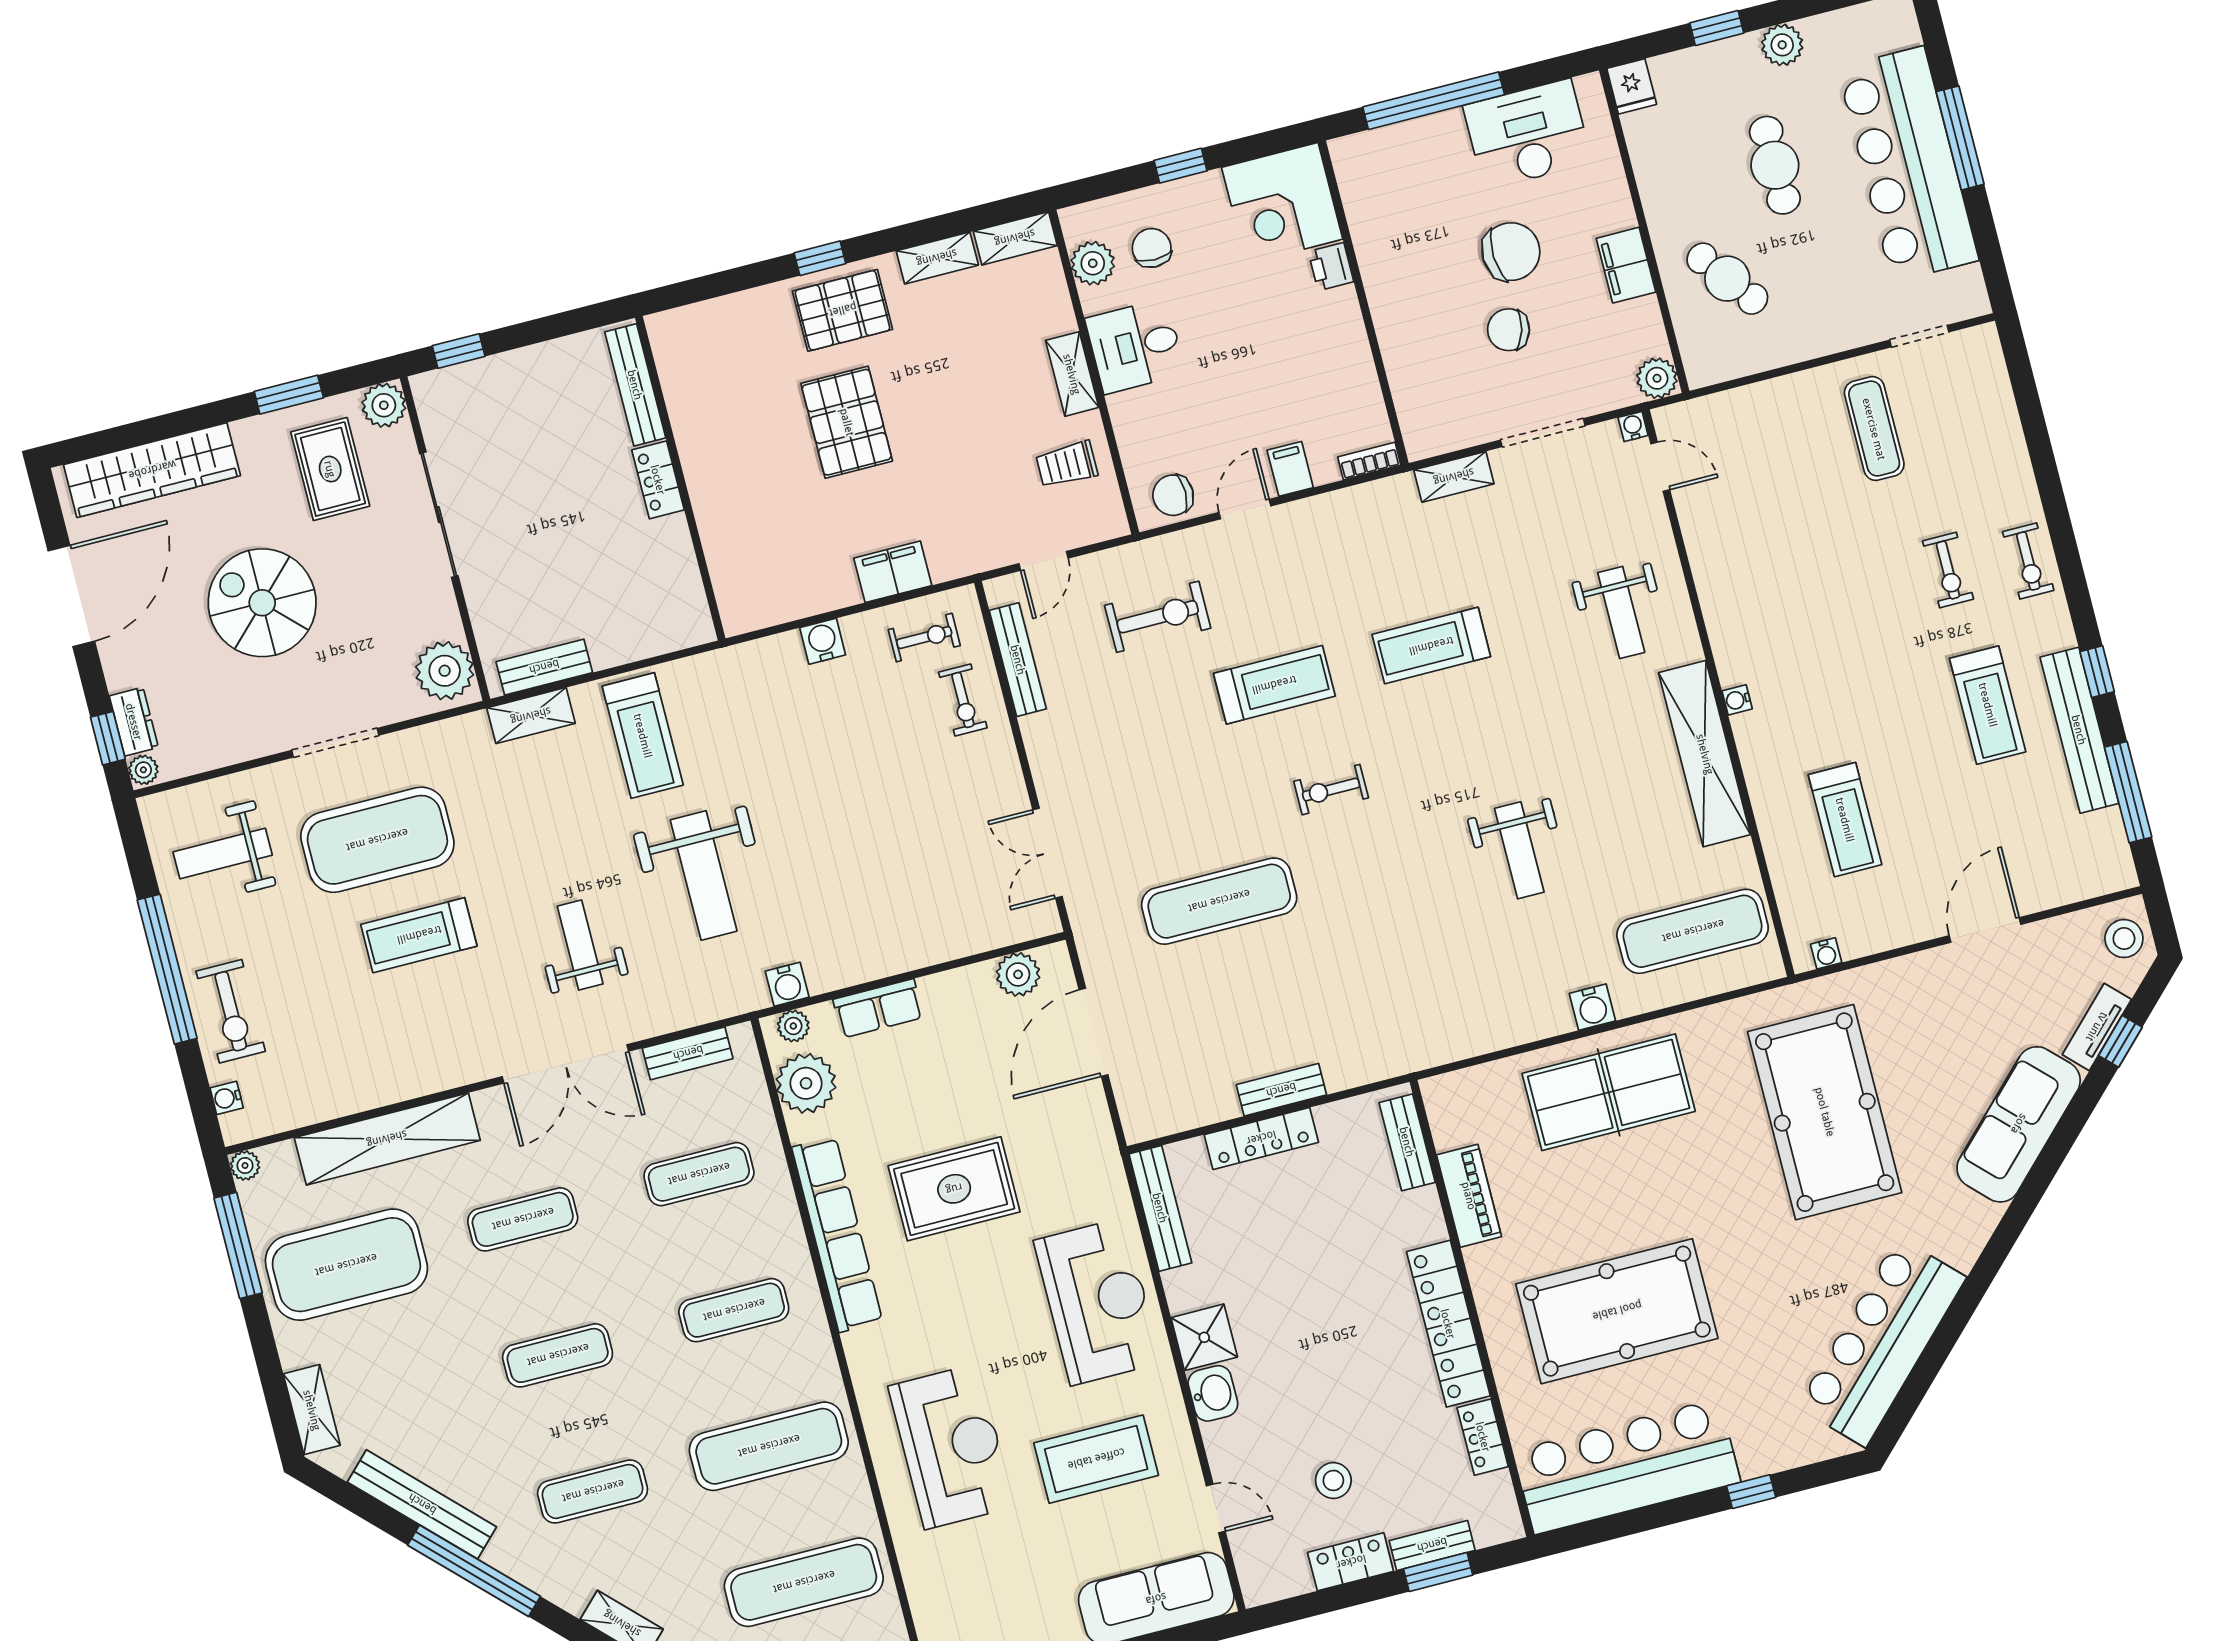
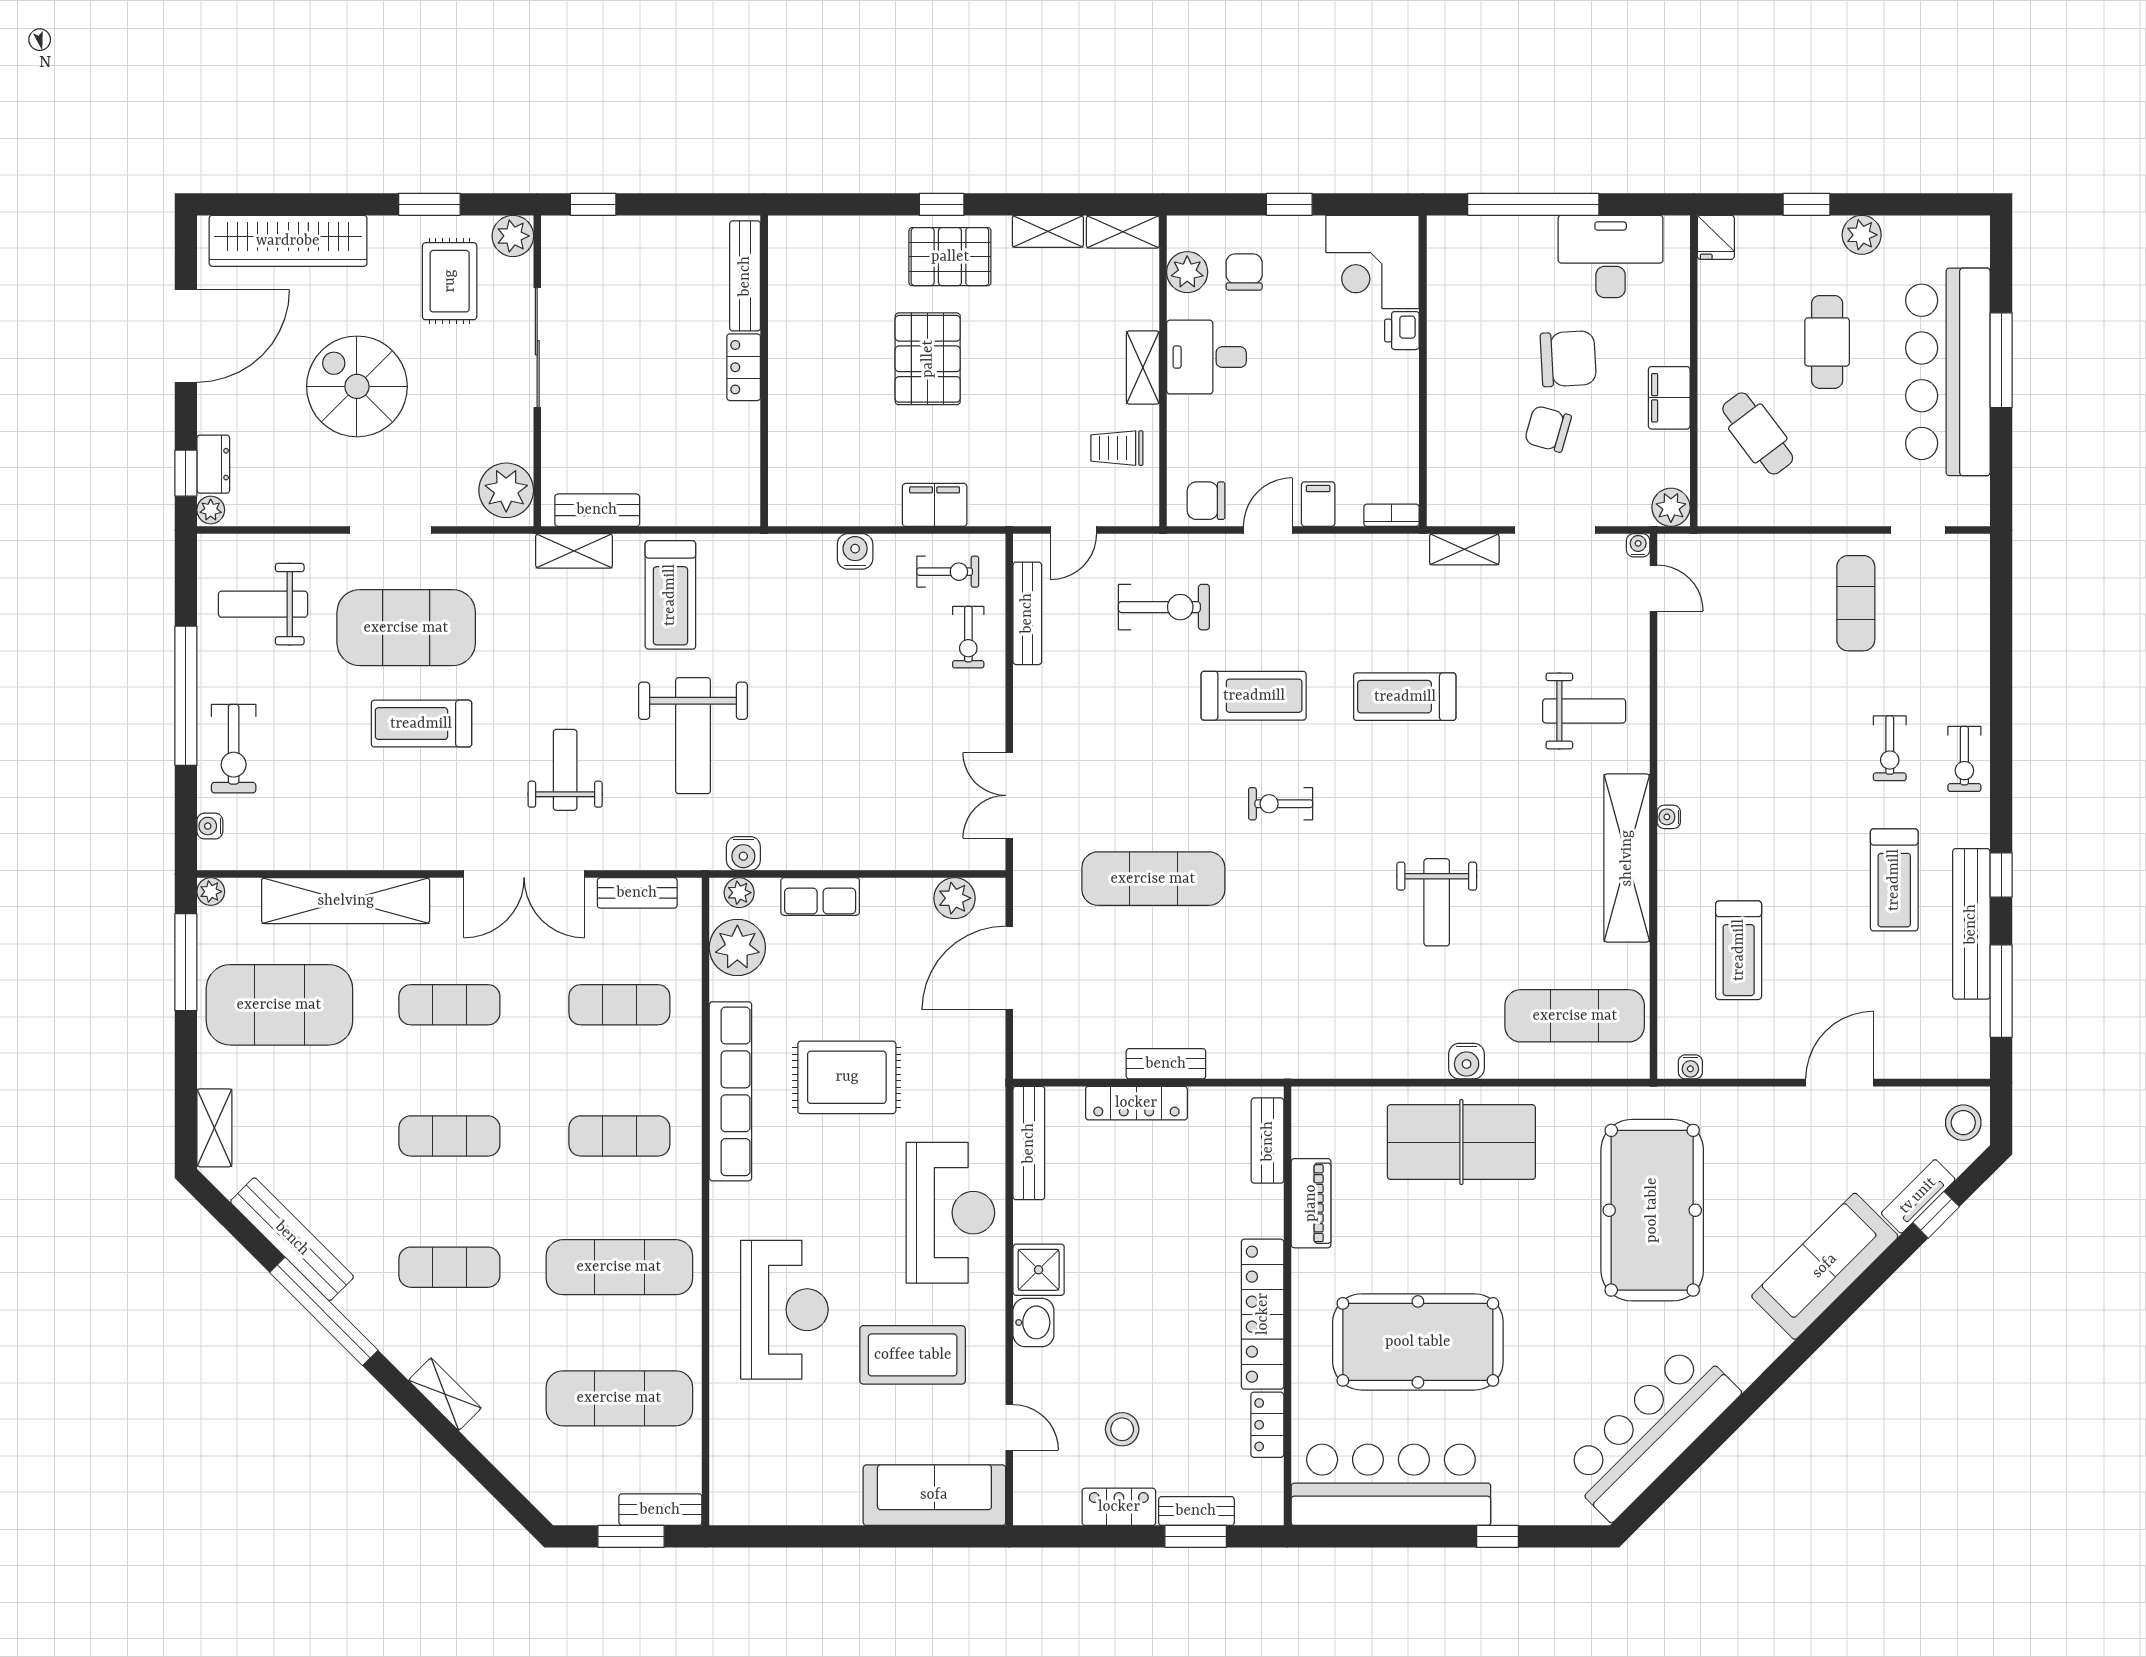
weight bench: (1621, 613) -> (1584, 711), turned -90

